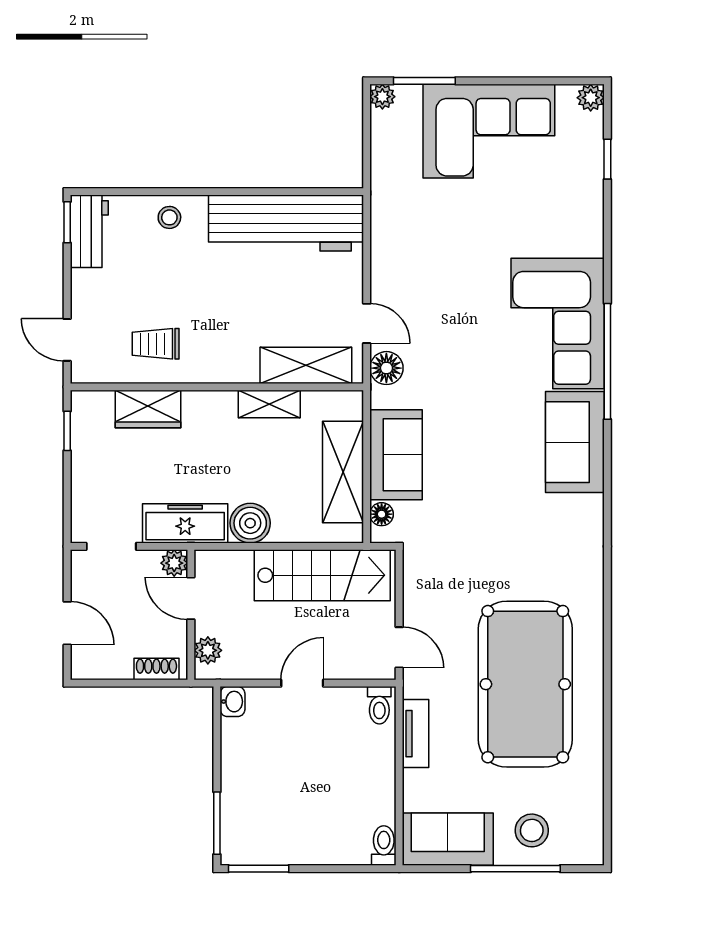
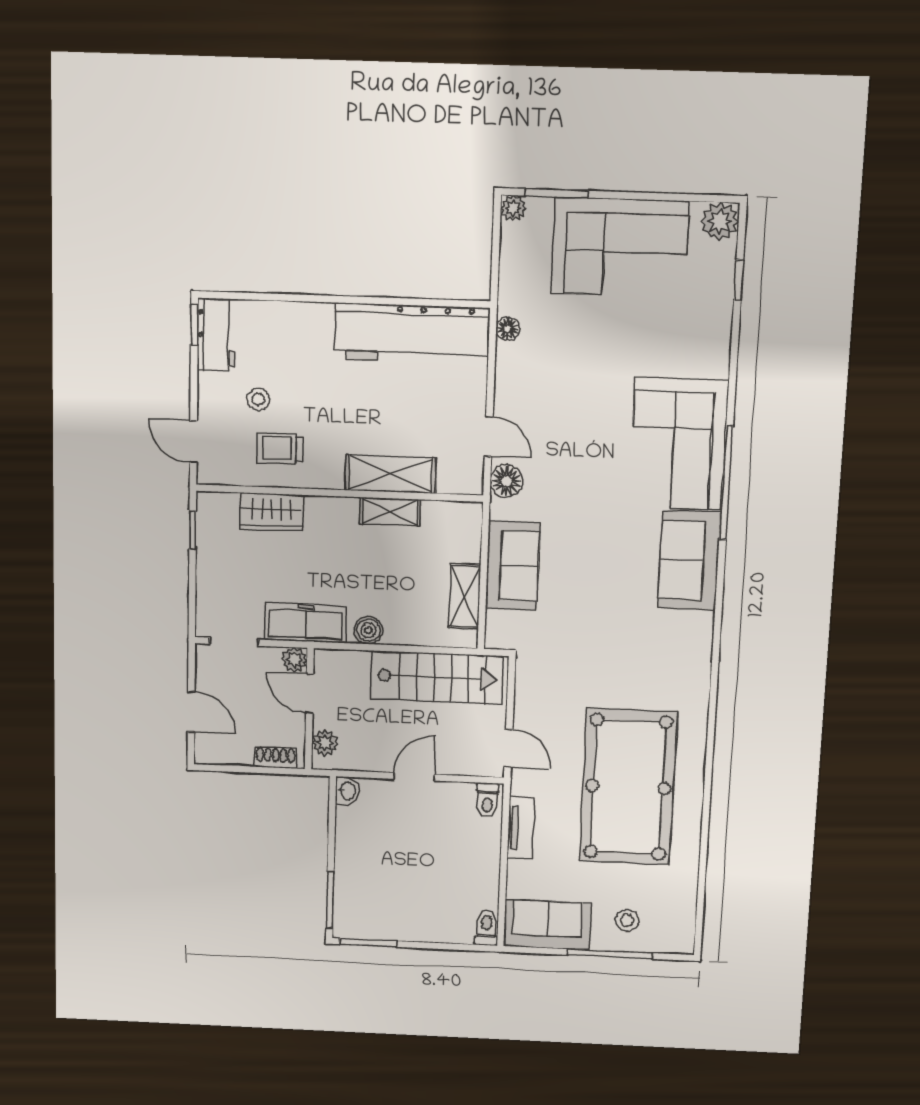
plant: (591, 98) -> (720, 221), width x1.38, depth x1.38
stool: (169, 217) -> (258, 399), moved
shelving: (306, 365) -> (390, 474), moved
shelving: (343, 472) -> (465, 597), width x0.67, depth x0.75
floor lamp: (382, 514) -> (508, 329), moved
boiler: (250, 523) -> (368, 630), width x0.73, depth x0.73
stool: (532, 830) -> (627, 921), width x0.73, depth x0.73

